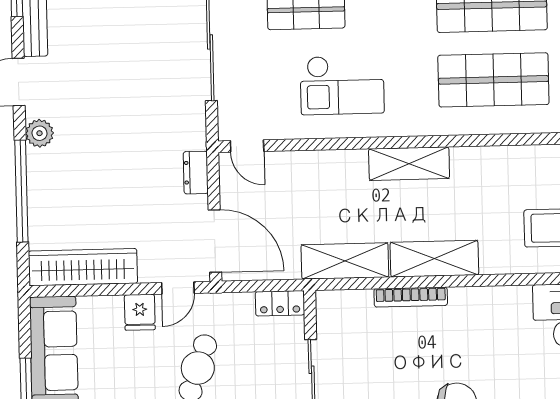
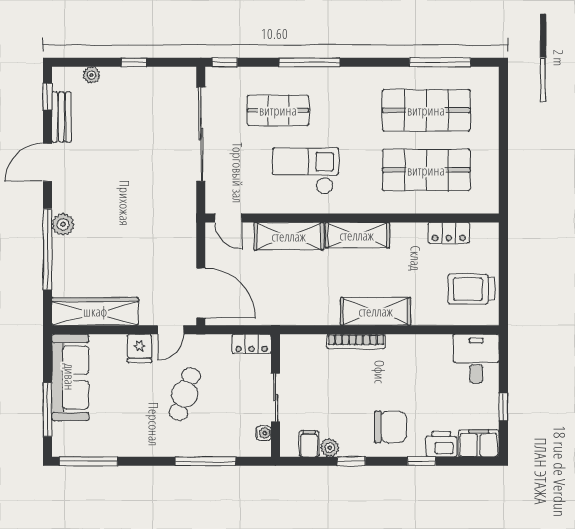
checkout: (342, 85) -> (305, 171), turned 180
plant: (40, 133) -> (63, 224), moved
locker: (524, 158) -> (449, 233), added
dresser: (196, 173) -> (187, 238), removed
shelving: (345, 261) -> (289, 236), moved

